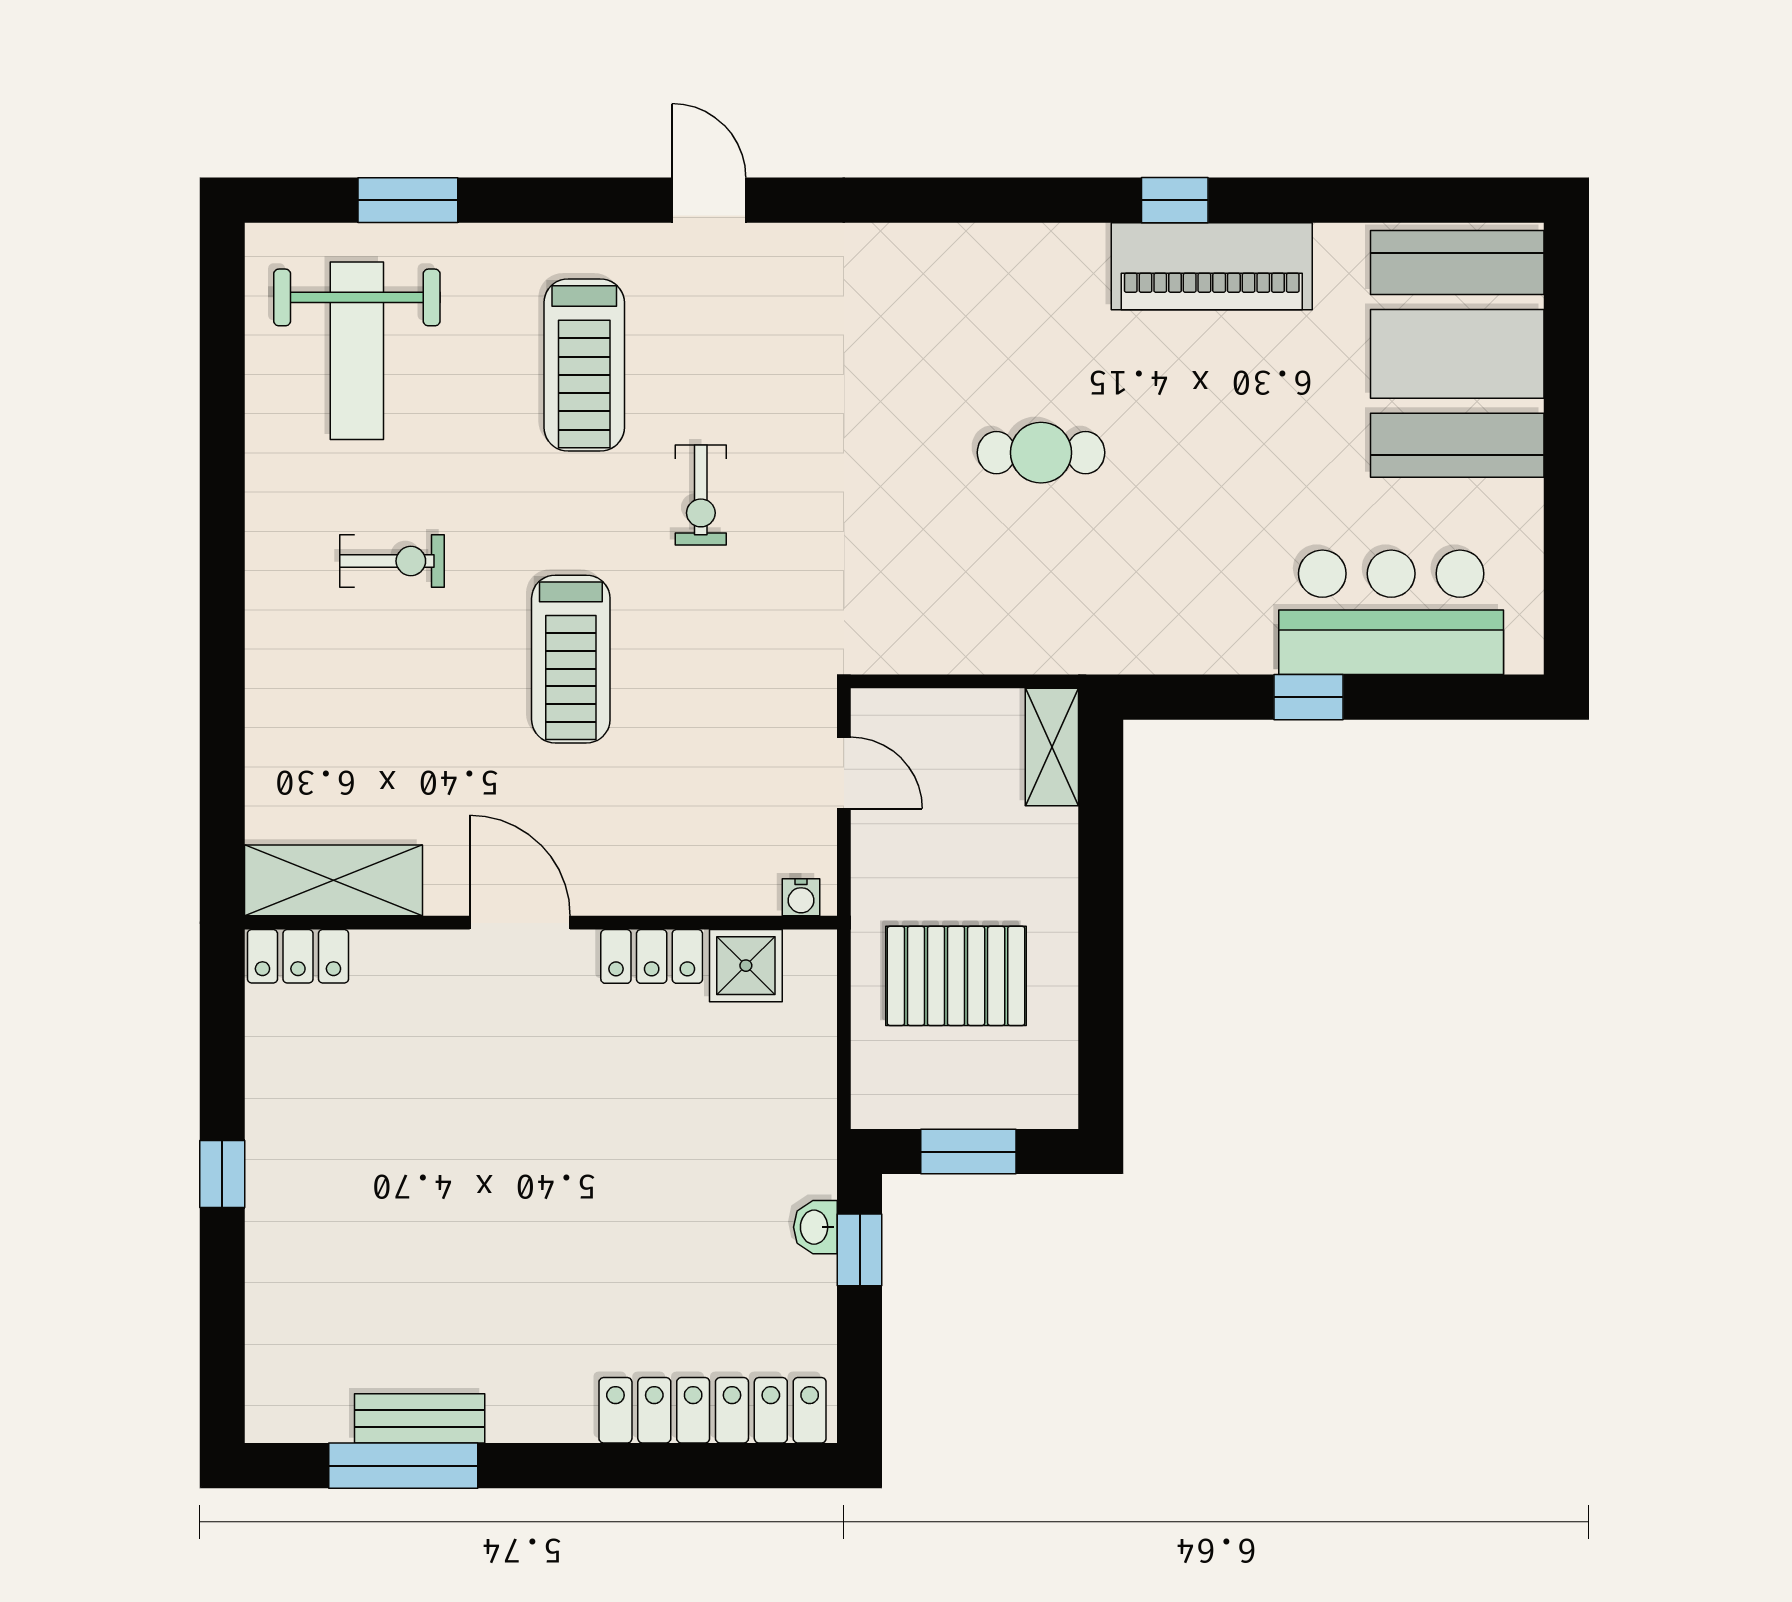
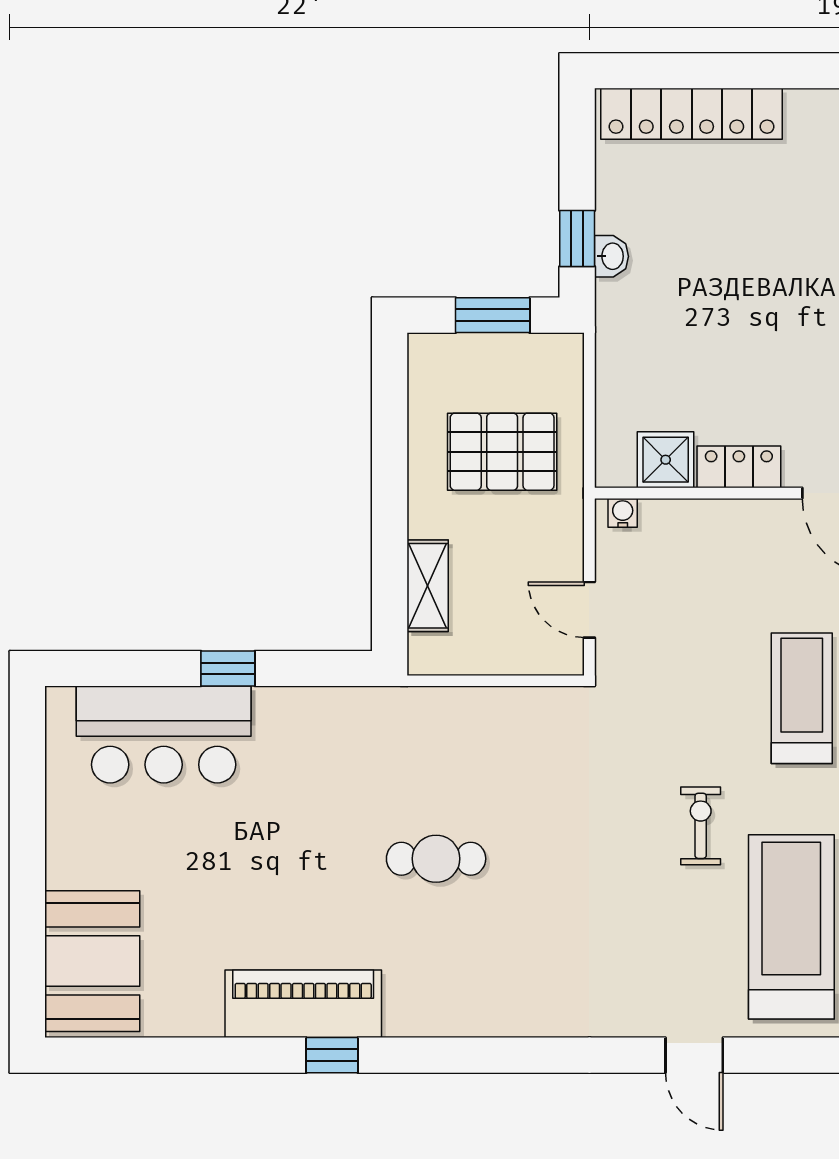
booth: (1457, 354) -> (92, 961), width x0.73, depth x0.70
treadmill: (584, 365) -> (791, 927), width x1.37, depth x1.38
shelving: (1052, 747) -> (428, 586), moved

